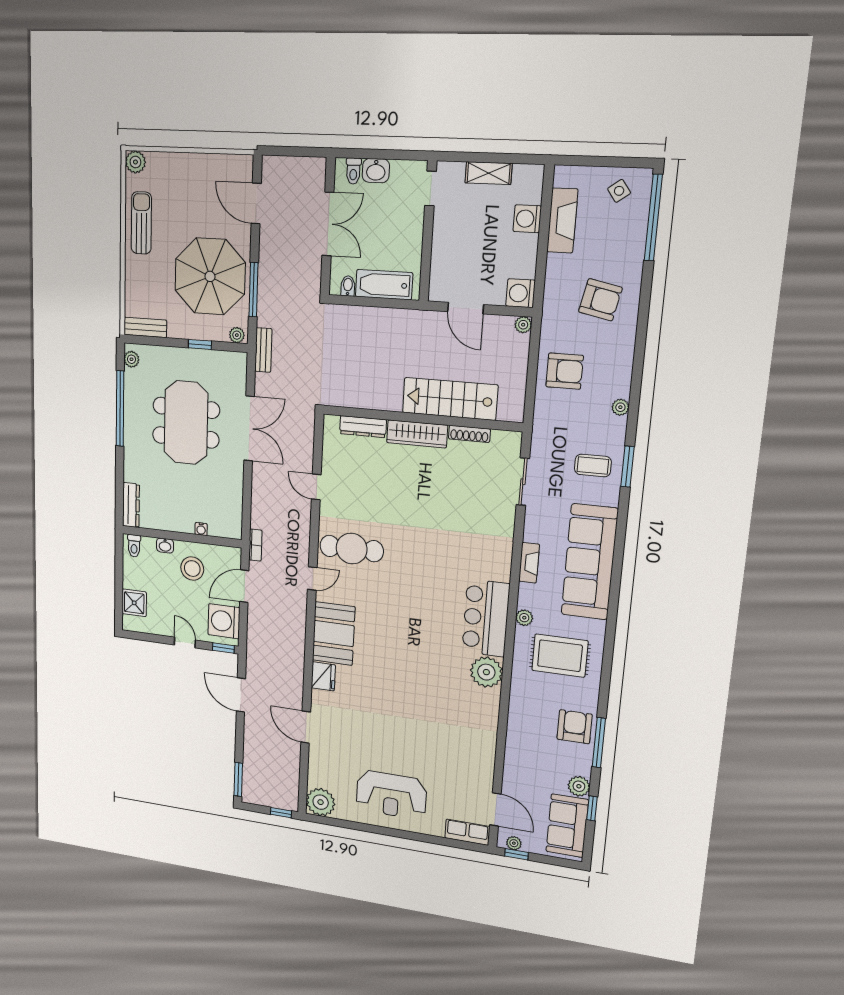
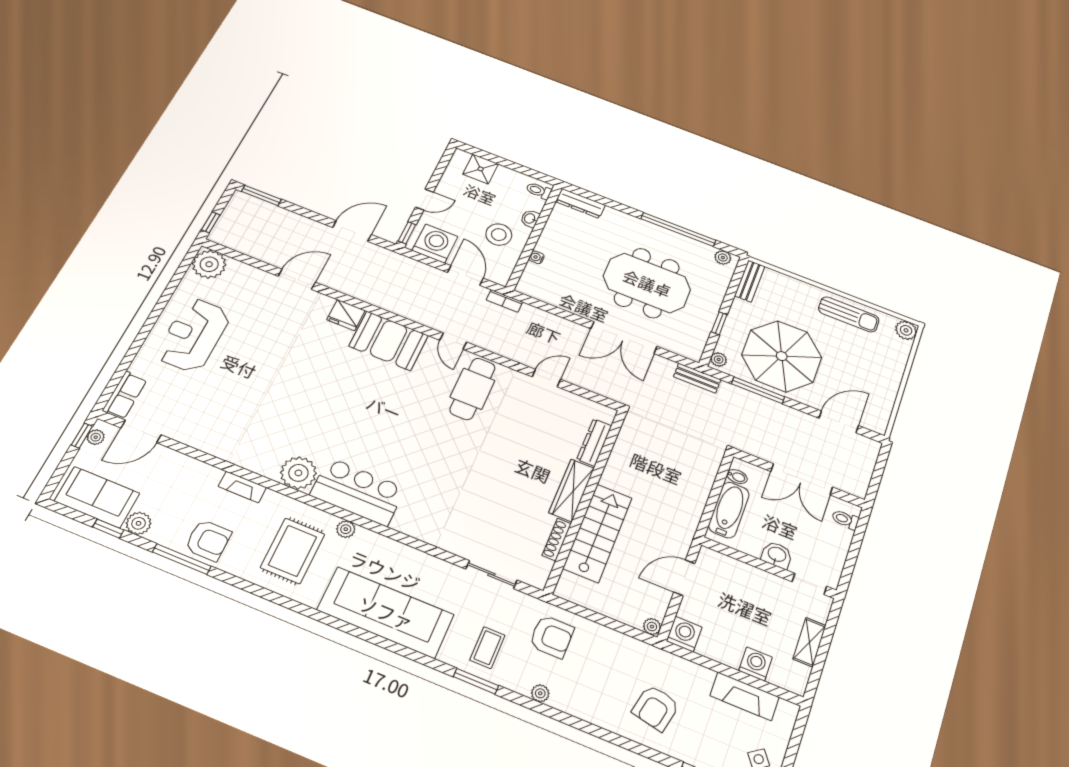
washbasin: (376, 171) -> (777, 555), moved, turned 90
armchair: (565, 371) -> (552, 637), moved, turned -90
fireplace: (529, 563) -> (242, 487), moved

